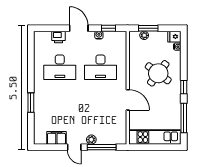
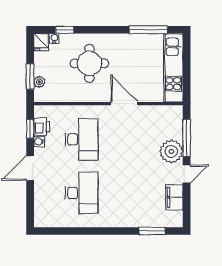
printer: (59, 37) -> (42, 126), moved
round table: (158, 73) -> (89, 63), turned -37
window: (184, 87) -> (65, 30), moved
door: (128, 100) -> (124, 104), hinge flipped
window: (31, 103) -> (152, 231), moved
plant: (91, 140) -> (171, 151), width x1.87, depth x1.87

